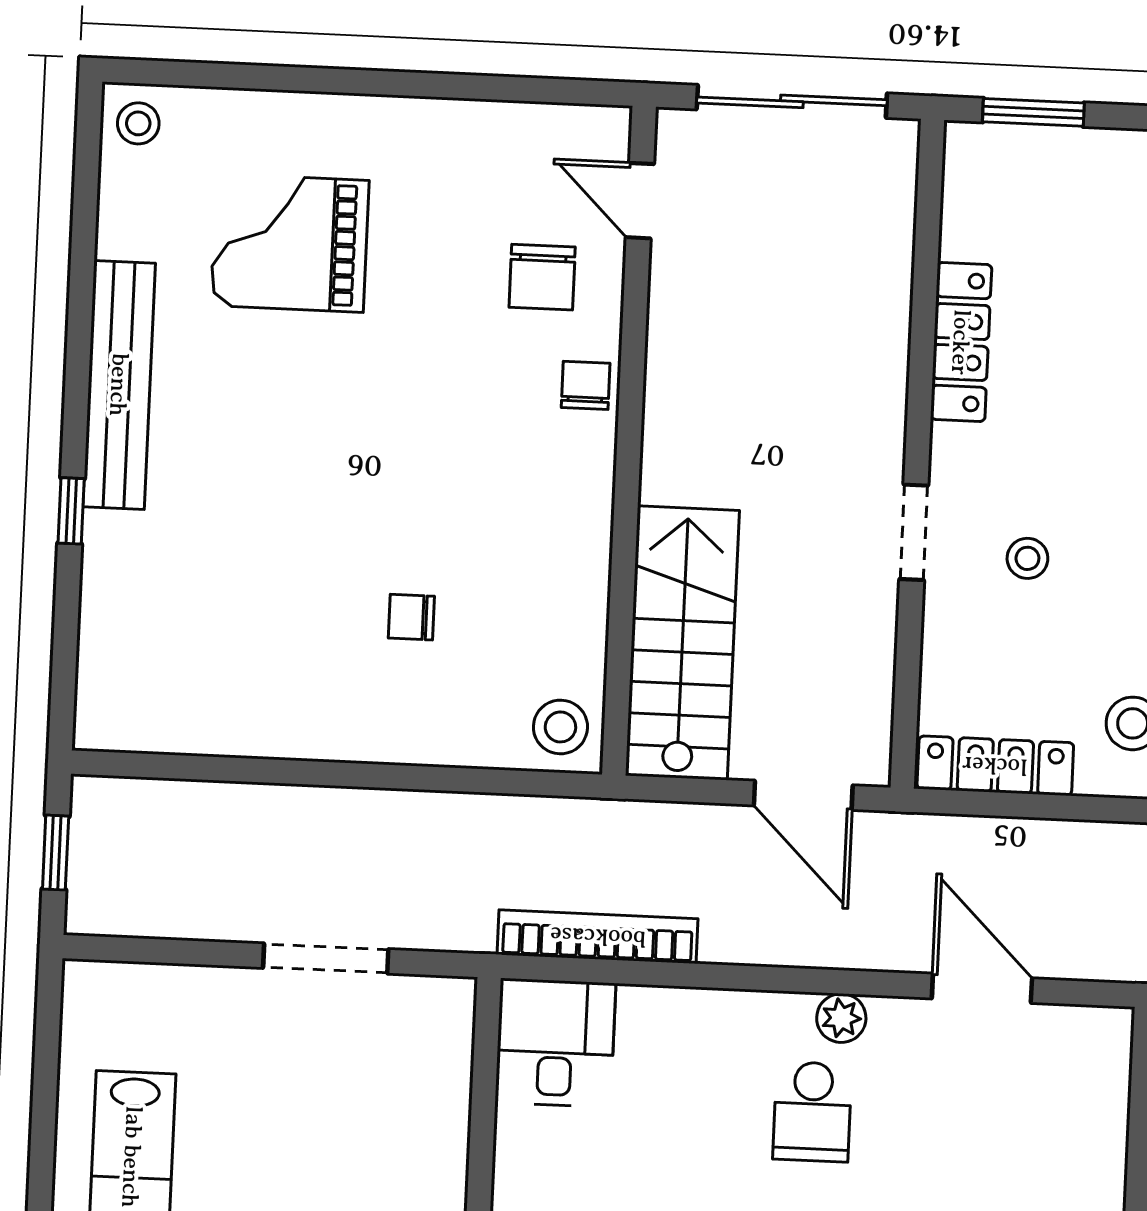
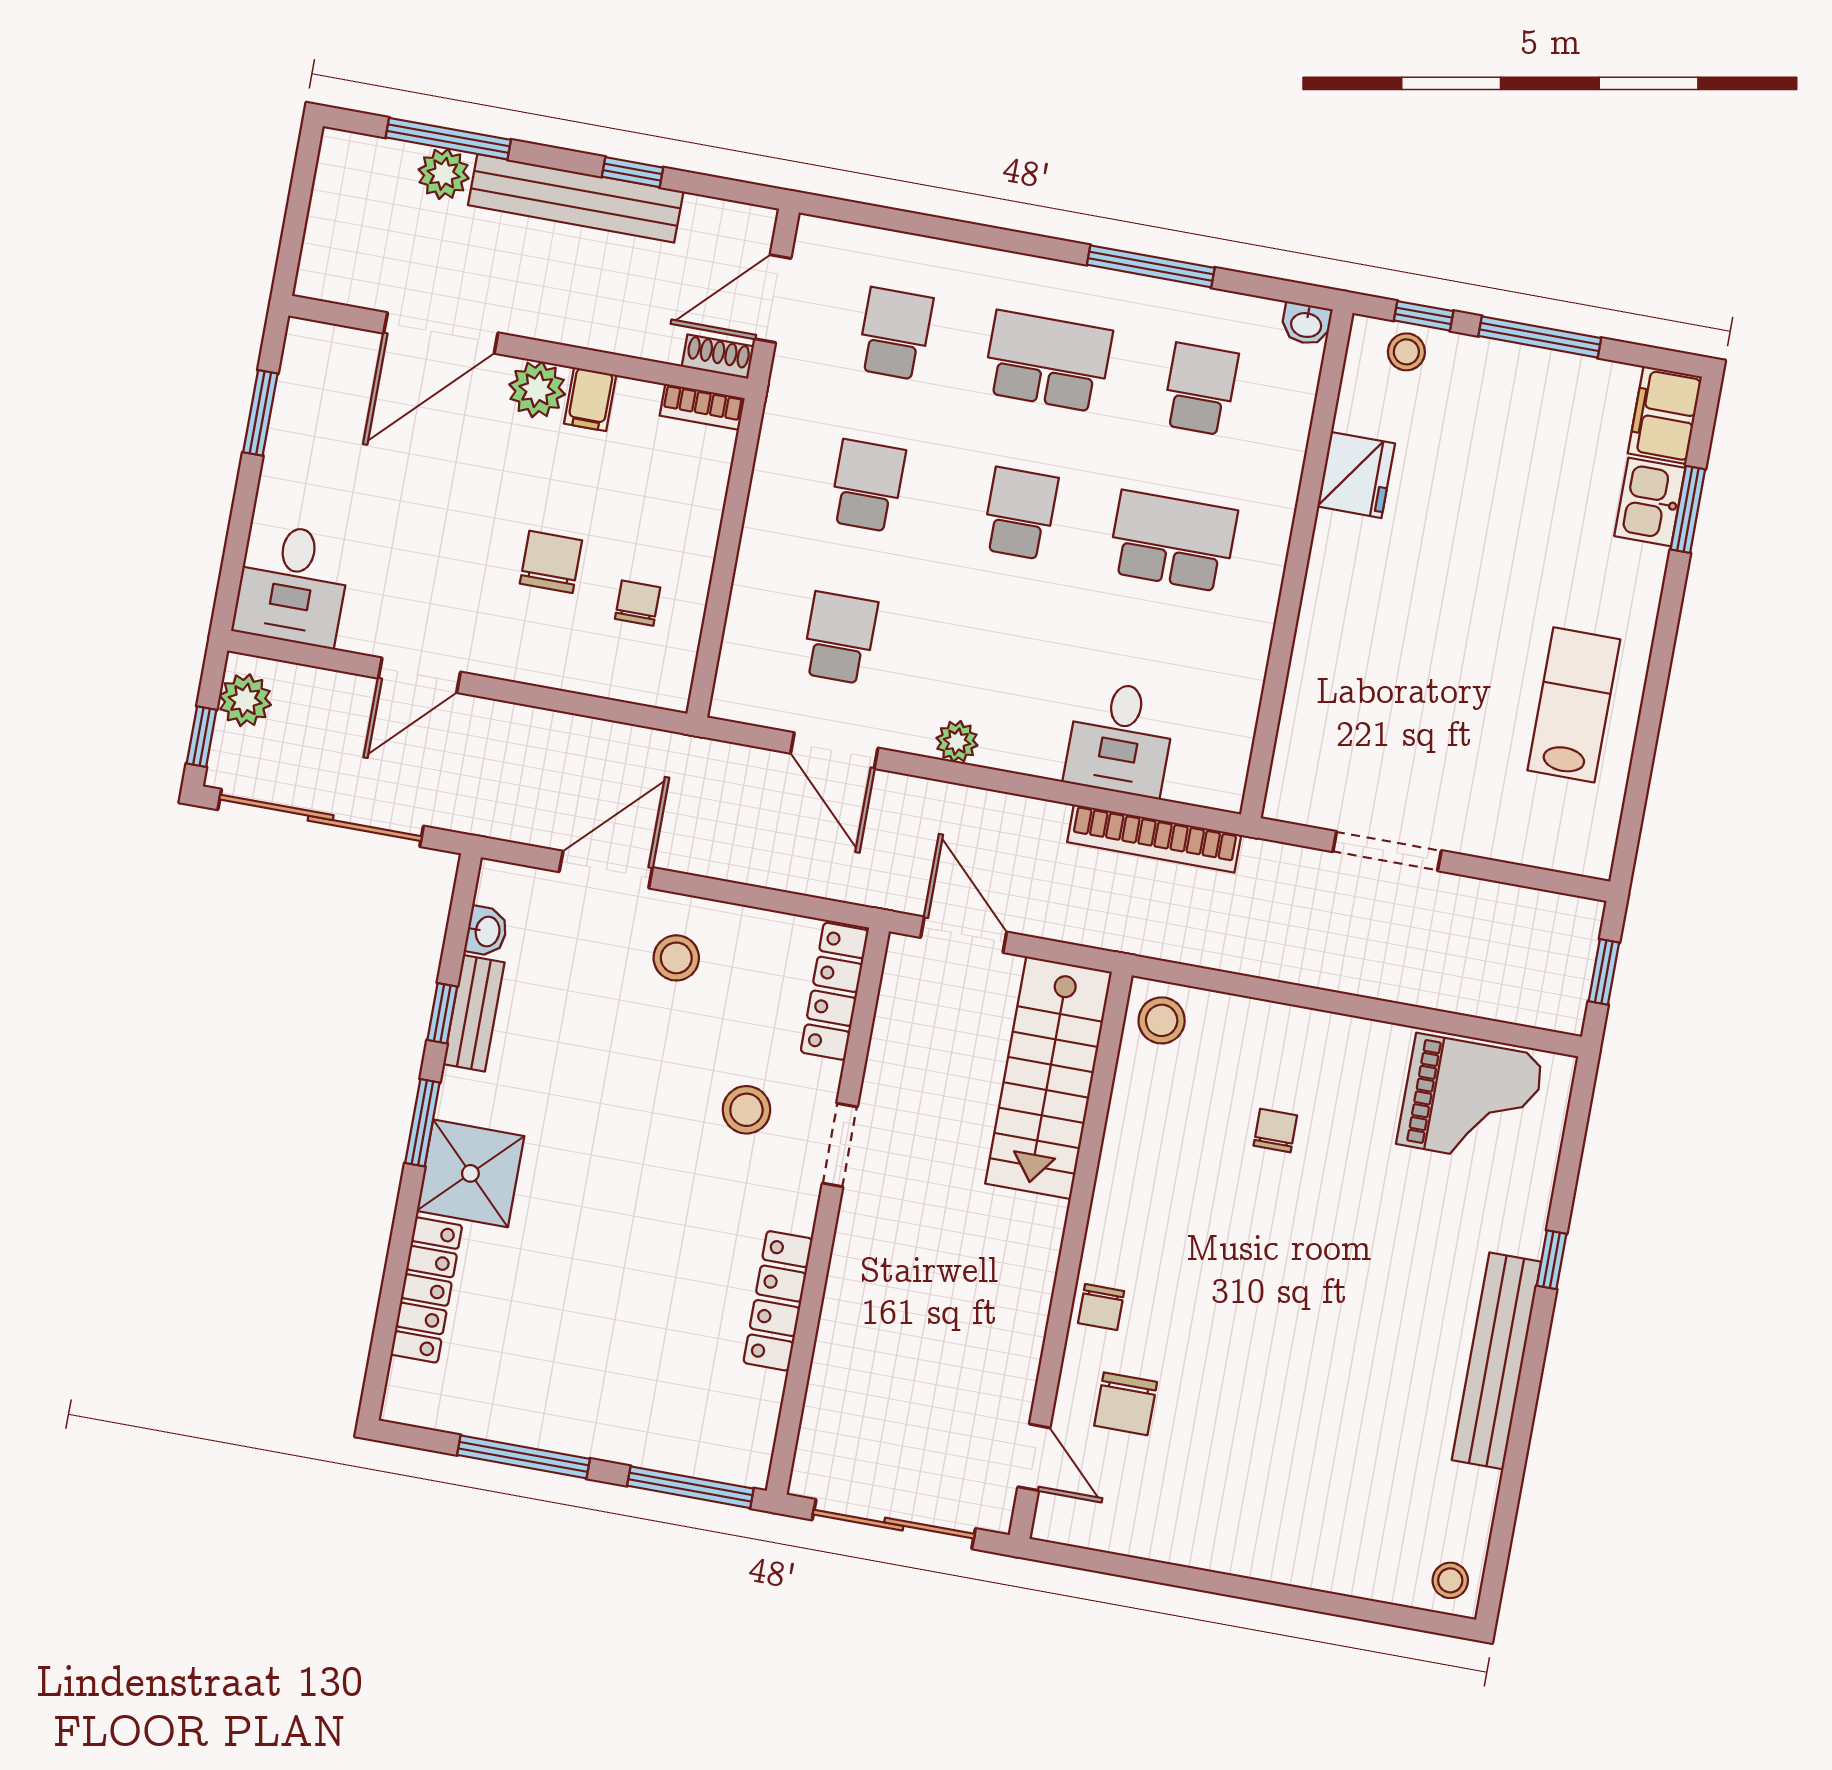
window: (1033, 112) -> (690, 1487), width x1.44
grand piano: (290, 243) -> (1470, 1100), moved
chair: (542, 277) -> (1126, 1404), turned 180
stool: (1027, 558) -> (746, 1110), width x1.37, depth x1.37
chair: (411, 617) -> (1275, 1131), turned -90
locker: (995, 766) -> (835, 991), moved, turned 90
desk: (555, 1043) -> (1120, 739), moved
school desk: (812, 1112) -> (840, 638), moved

